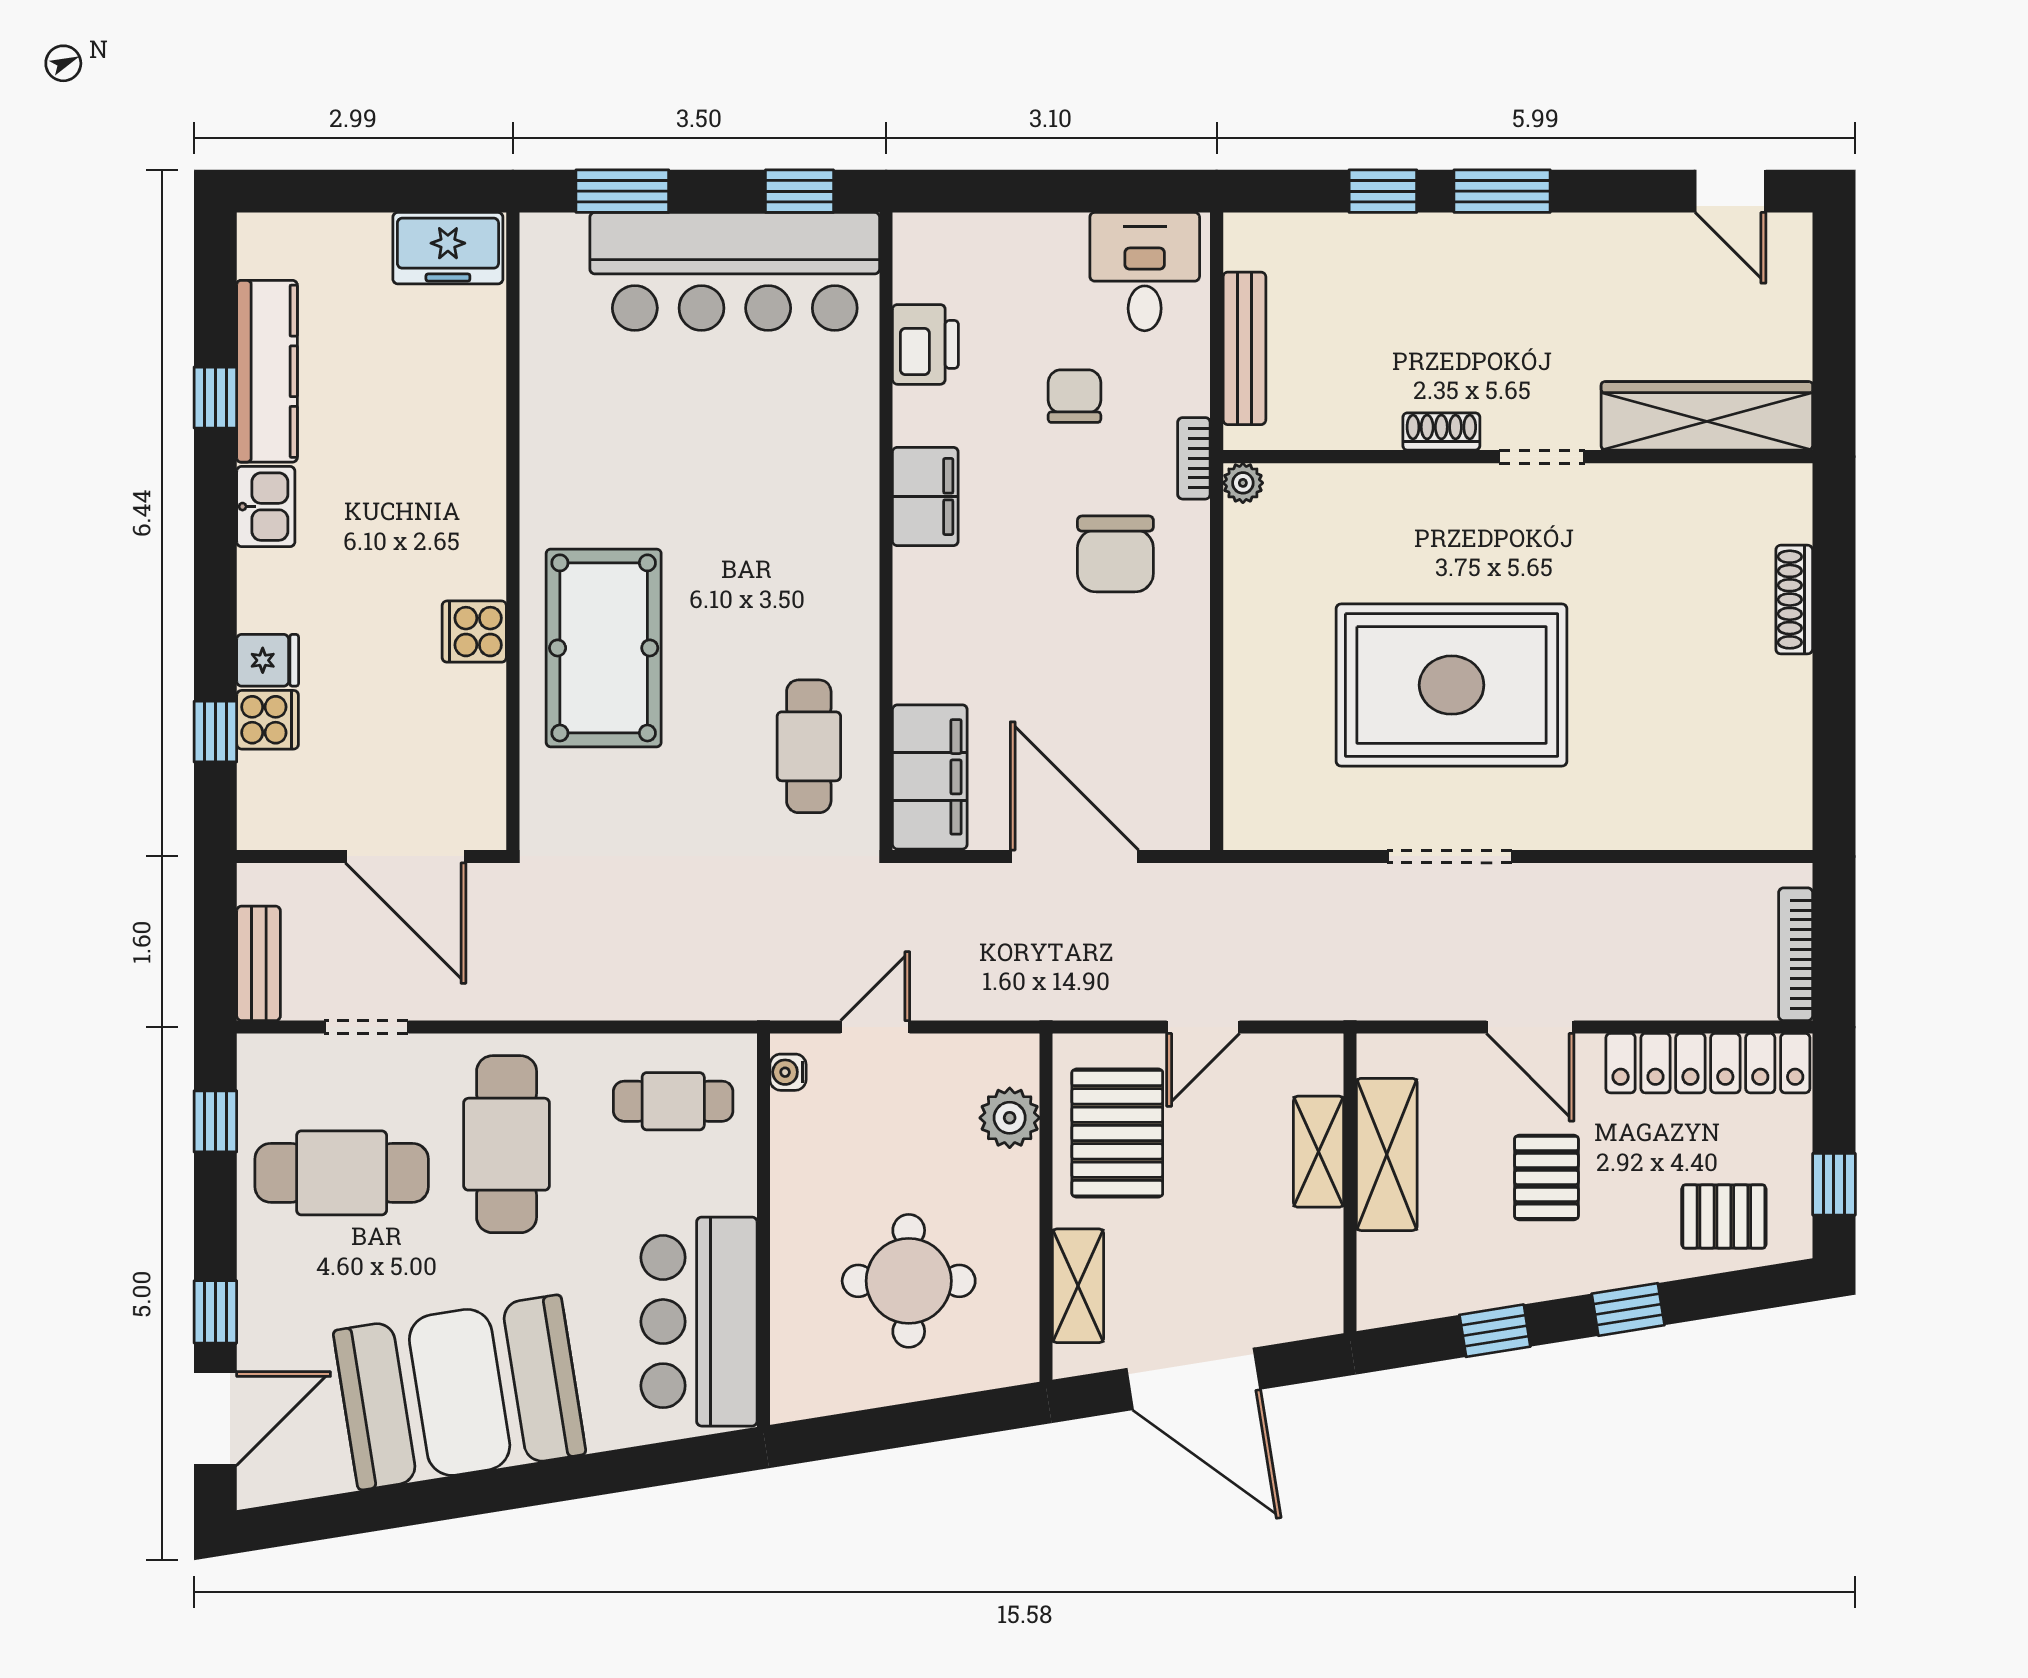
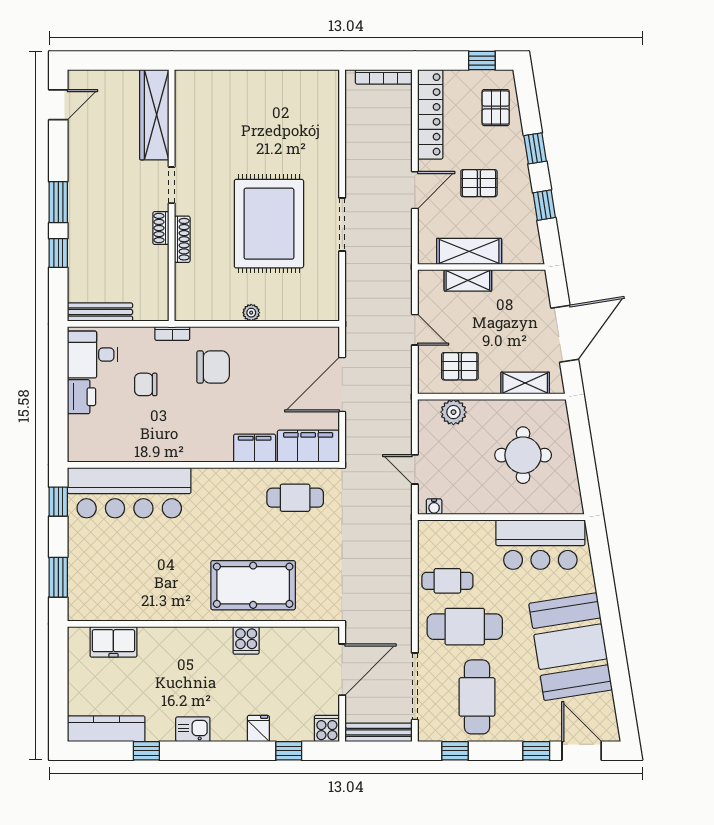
freezer: (448, 248) -> (113, 642), moved, turned 90
bar counter: (735, 271) -> (129, 493), moved, turned 90
printer: (925, 344) -> (81, 397), moved, turned 90
bench: (1244, 348) -> (100, 312), moved
kitchen counter: (267, 371) -> (106, 729), moved
plant: (1243, 483) -> (251, 313), moved
filing cabinet: (925, 496) -> (255, 448), moved
shoe rack: (1794, 600) -> (182, 239), moved, turned -90
cooker: (268, 720) -> (327, 729), moved
bench: (259, 963) -> (379, 732), width x1.36
doorway: (366, 1027) -> (415, 686), width x1.87
cafe table: (673, 1101) -> (447, 581), moved, turned 90
pallet: (1117, 1133) -> (460, 366), width x0.67, depth x0.71

